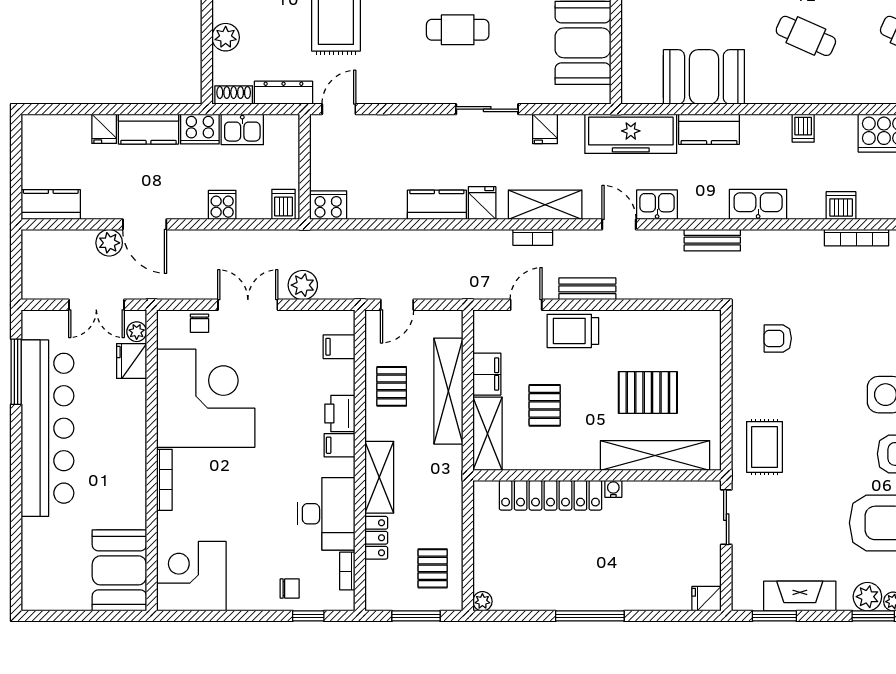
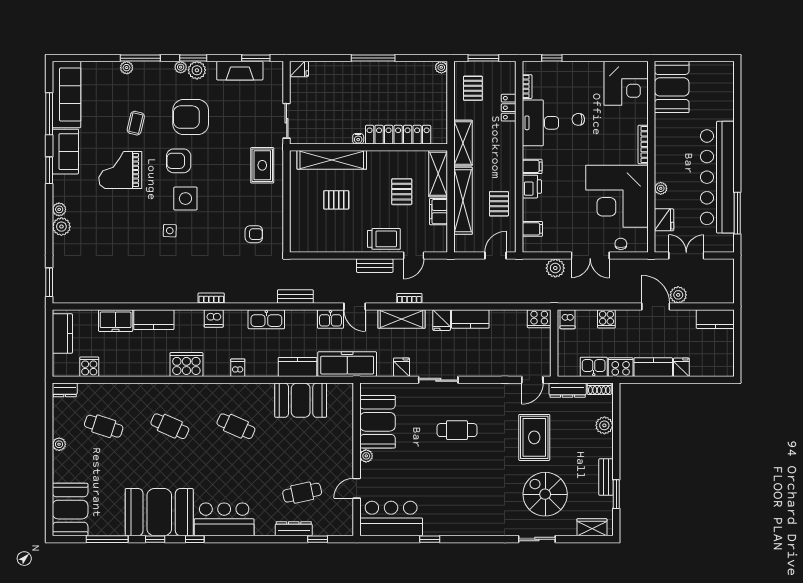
bookcase: (856, 238) -> (211, 298), width x0.64
plant: (137, 332) -> (661, 188), moved
pallet: (648, 392) -> (336, 200), width x0.67, depth x0.71
shelving: (379, 477) -> (463, 143), moved
chair: (290, 588) -> (578, 119), moved

